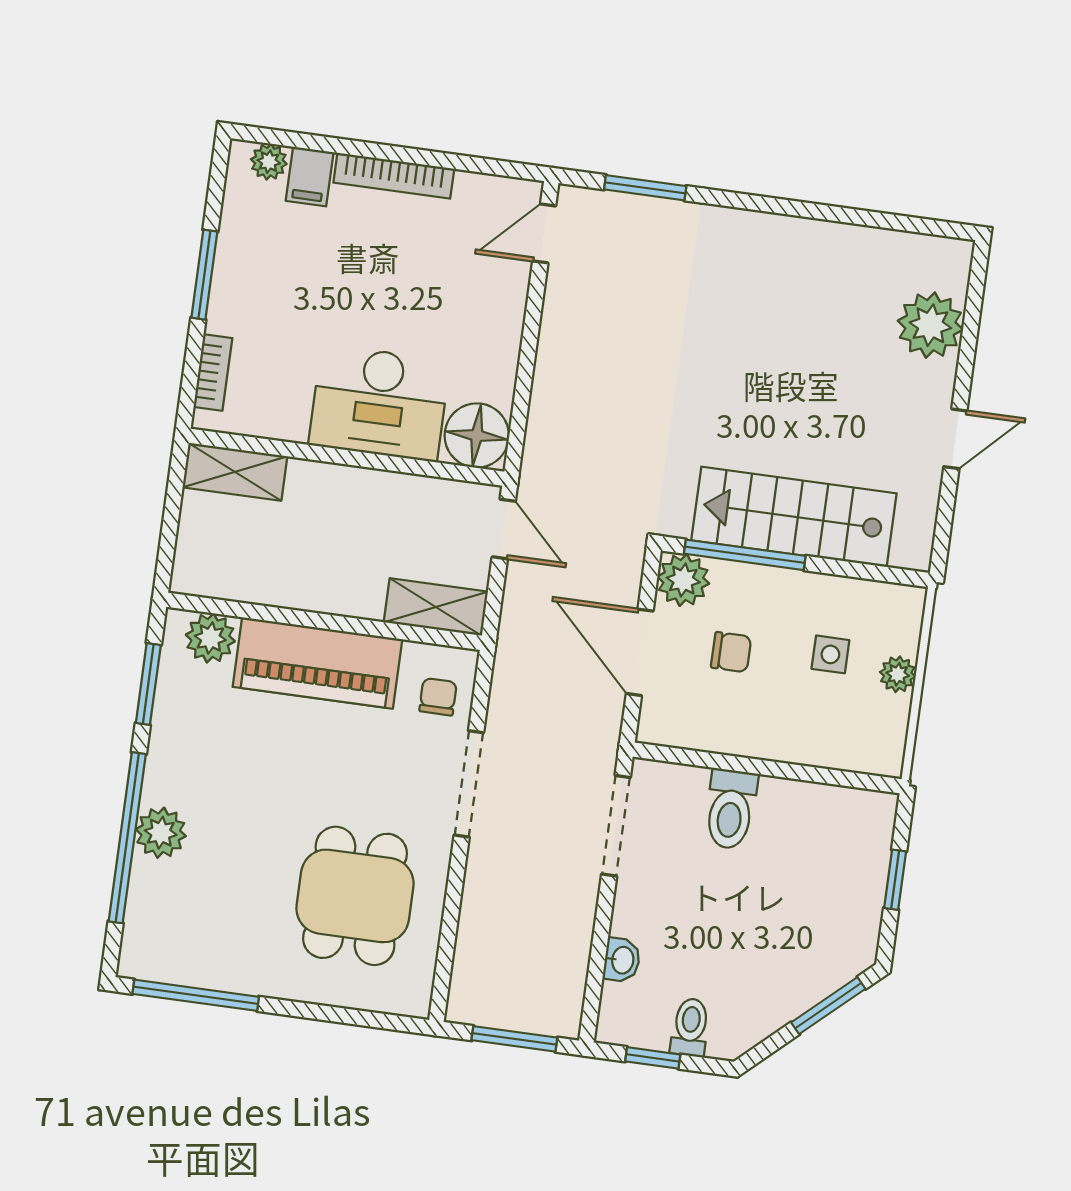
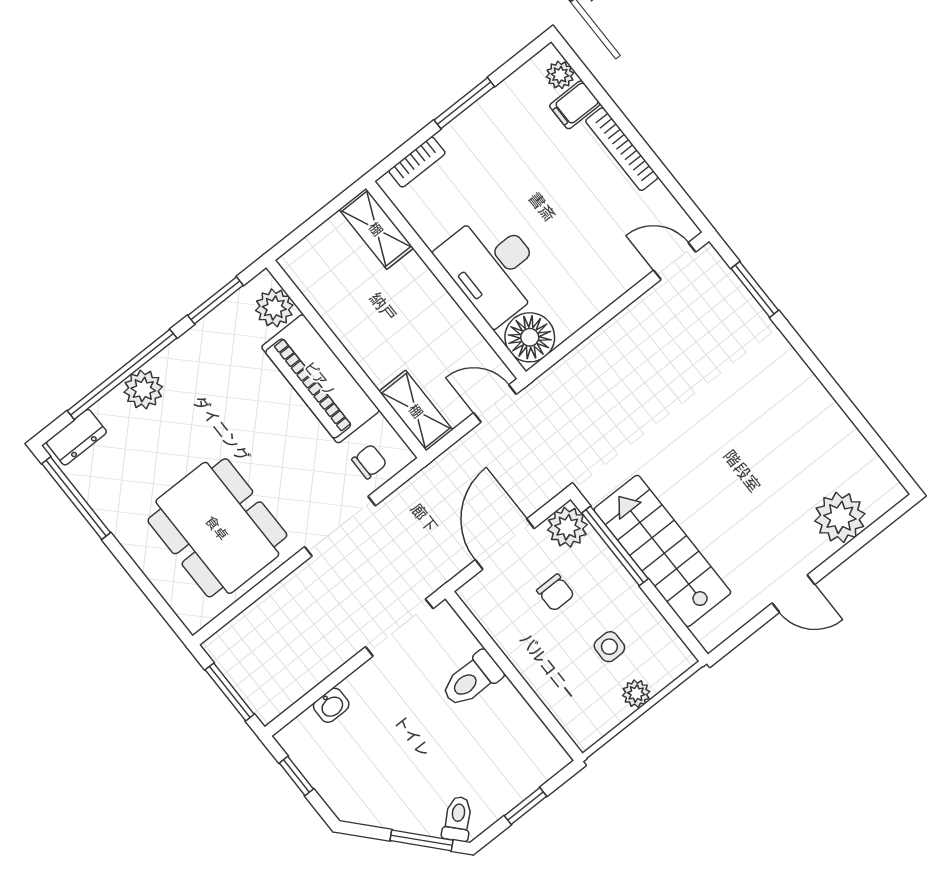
door: (504, 529) -> (495, 404), swing flipped
dining table: (355, 896) -> (217, 528), width x1.38
dresser: (141, 938) -> (76, 437), added
toilet: (690, 1027) -> (458, 819), moved, turned -42

